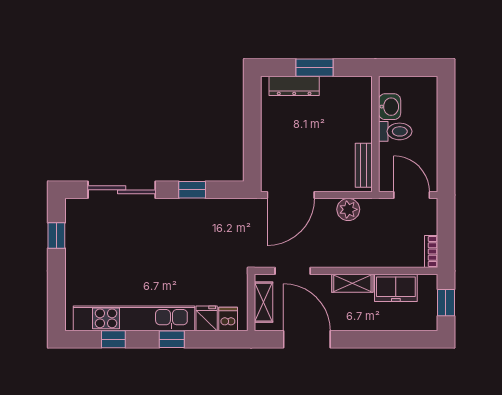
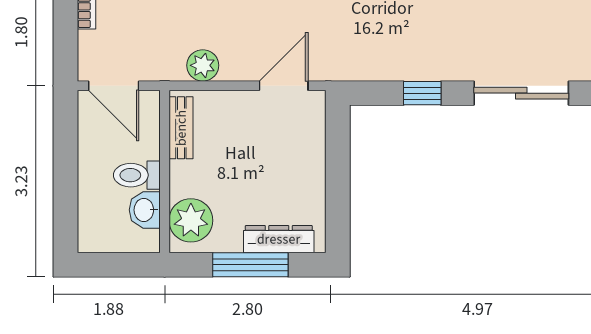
window: (314, 68) -> (250, 265), width x1.44
plant: (357, 99) -> (191, 220), added
door: (291, 195) -> (284, 86), width x0.73

